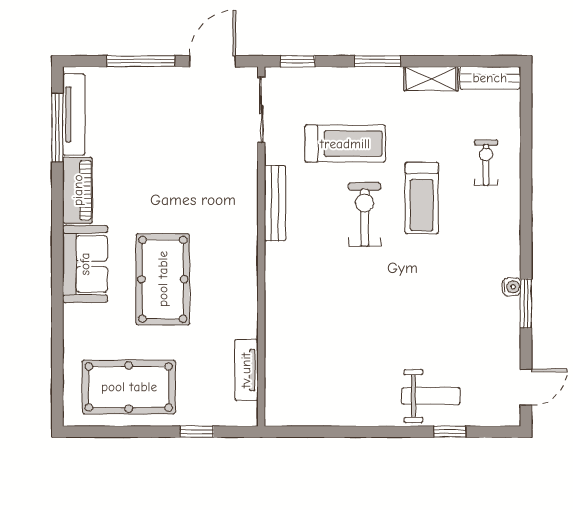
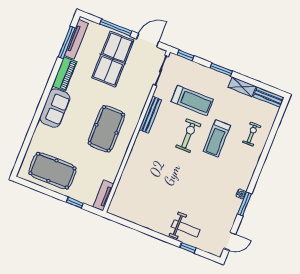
table tennis table: (159, 124) -> (113, 59), added
pool table: (163, 279) -> (106, 129), moved
tv unit: (246, 370) -> (103, 195), moved

